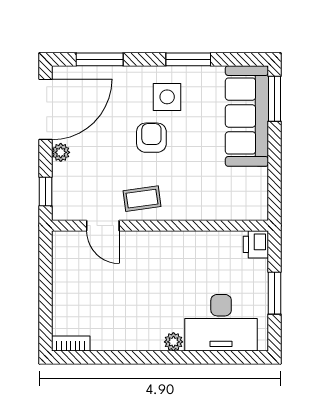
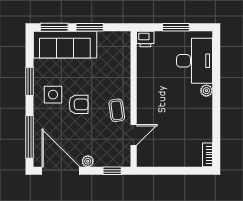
window: (100, 59) -> (29, 137), width x1.44
armchair: (151, 138) -> (79, 104), turned 180
window: (274, 155) -> (90, 27), added

